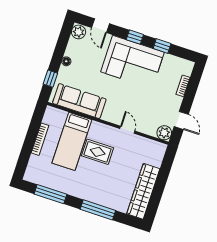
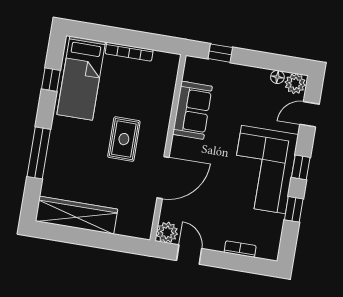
floor lamp: (66, 61) -> (277, 77), moved
sofa: (79, 101) -> (192, 110), width x0.73
door: (181, 120) -> (189, 255), swing flipped
door: (127, 130) -> (163, 178), width x1.88
bed: (72, 141) -> (81, 78), moved, turned -90
window: (50, 194) -> (51, 80), width x0.46

